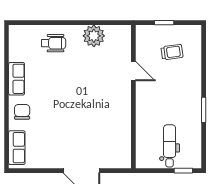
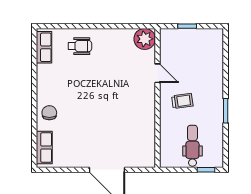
plant: (94, 36) -> (145, 39), moved
trolley: (172, 52) -> (182, 101), moved
row of seats: (17, 79) -> (44, 47), moved

